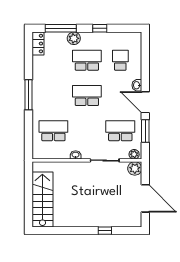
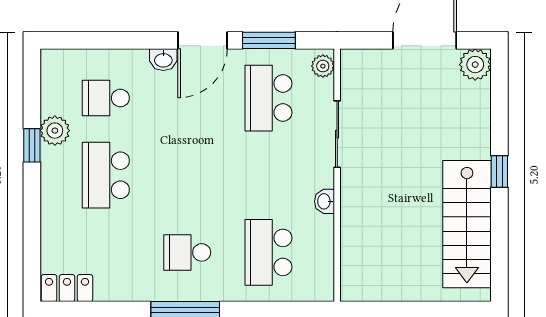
window: (61, 28) -> (32, 235), removed
plant: (74, 38) -> (55, 131), moved
school desk: (87, 96) -> (187, 252), moved, width x0.54
plant: (135, 168) -> (475, 65), moved
stairs: (42, 199) -> (467, 224), moved, turned -90
window: (105, 231) -> (499, 172), moved

